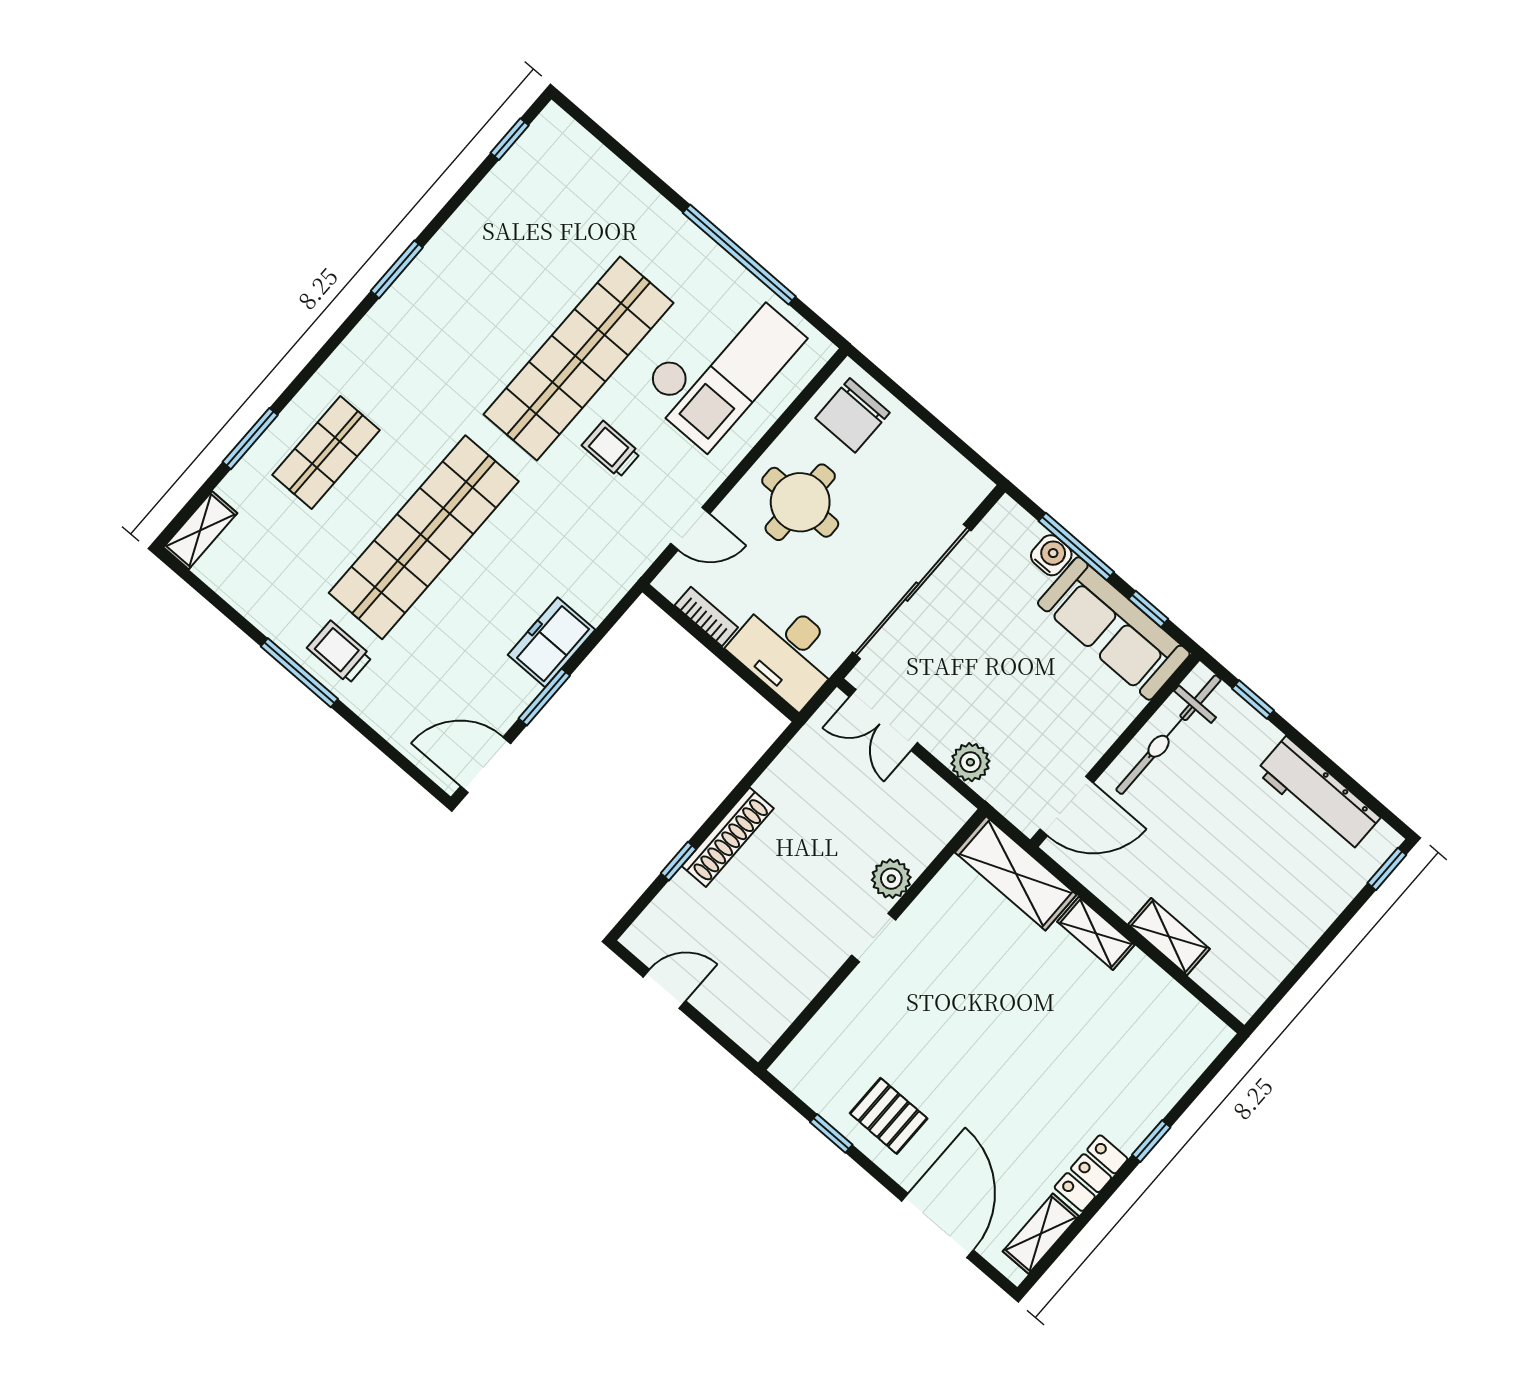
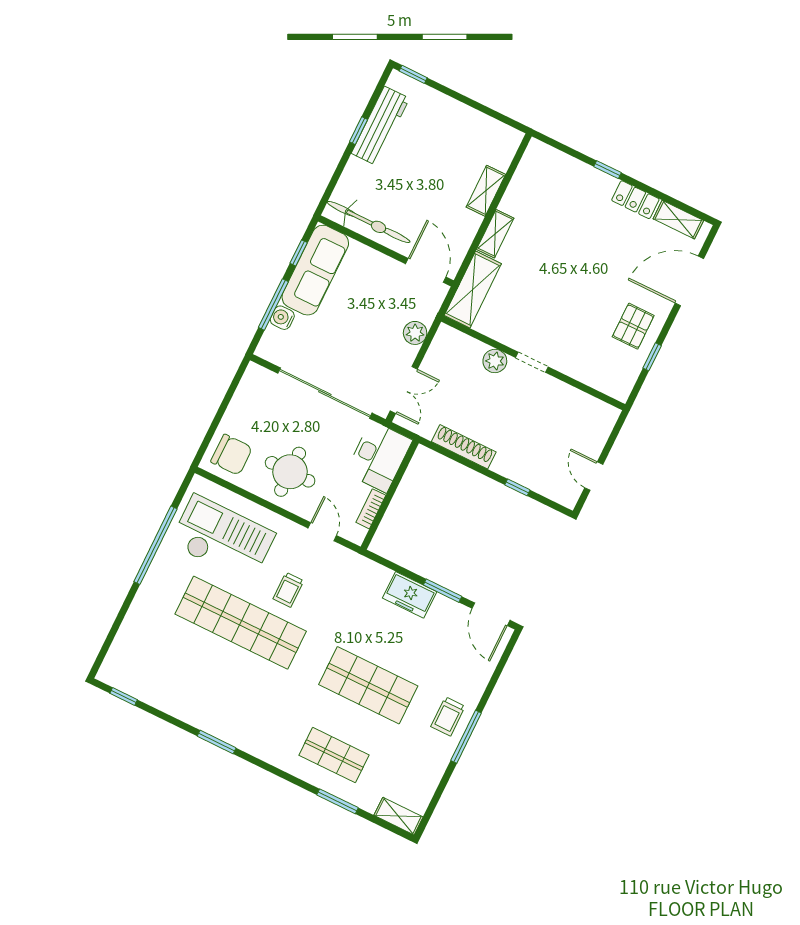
shop shelf: (424, 537) -> (368, 685), width x0.71
window: (1253, 700) -> (359, 131), moved
shoe rack: (728, 837) -> (464, 447), moved

